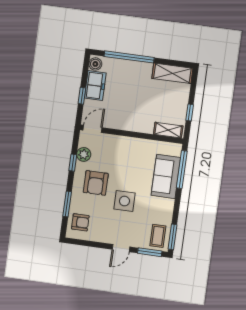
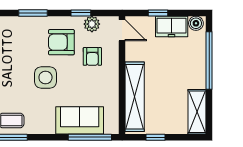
shelving: (168, 130) -> (135, 97), width x2.20, depth x1.33
armchair: (80, 222) -> (92, 56), moved

